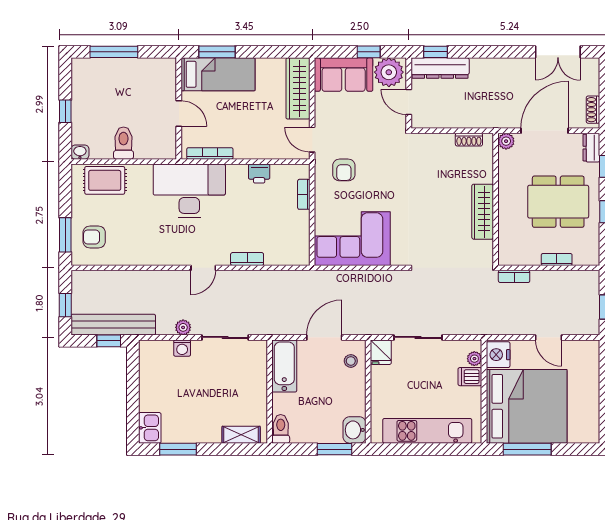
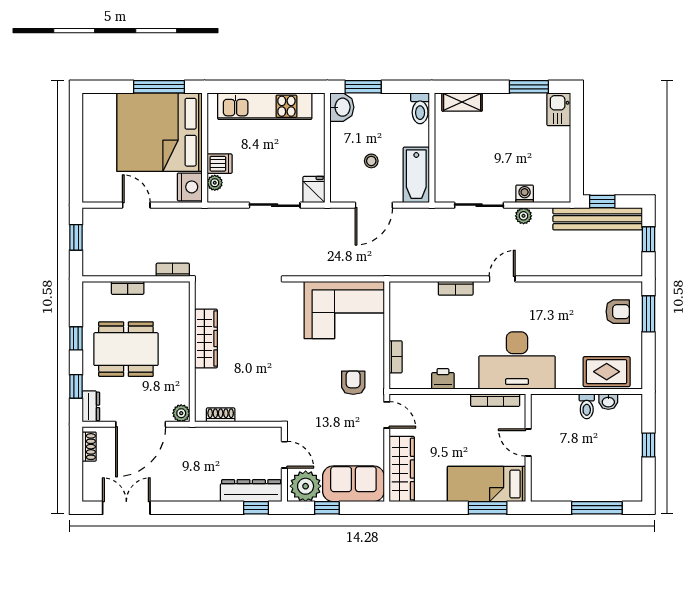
toilet: (123, 143) -> (587, 406), width x0.73, depth x0.72
washbasin: (80, 152) -> (608, 402), moved
stool: (351, 361) -> (371, 161), moved

